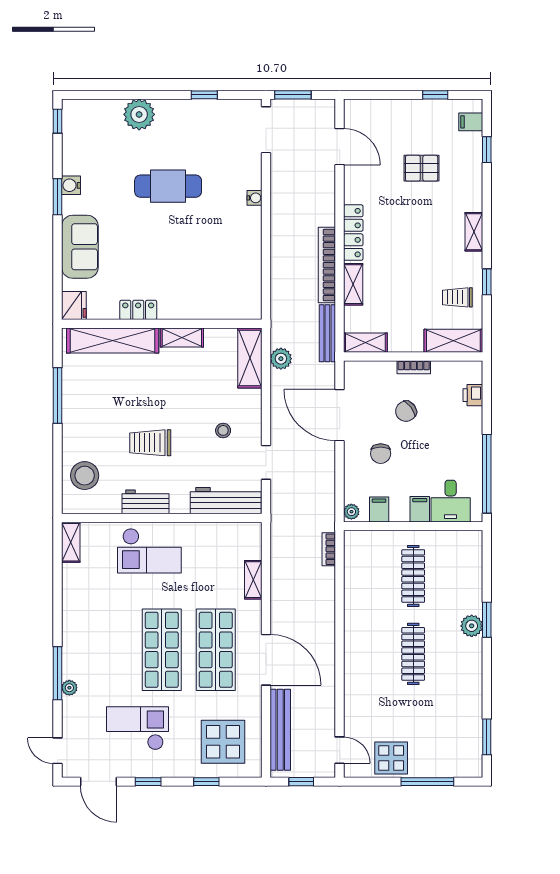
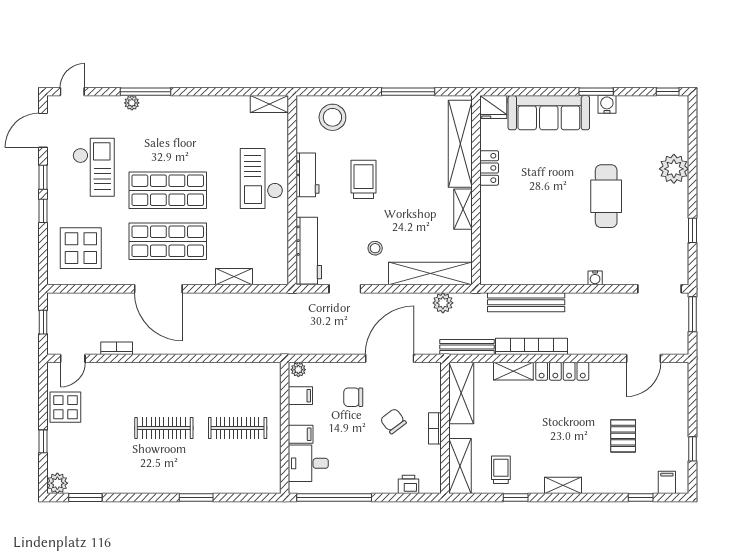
sofa: (80, 247) -> (549, 113), width x1.36
shelving: (365, 343) -> (461, 393), width x1.50, depth x1.33
shelving: (250, 358) -> (430, 274), width x1.47
bookcase: (329, 549) -> (117, 348), moved
plant: (472, 626) -> (57, 483), moved
door: (266, 660) -> (158, 289), hinge flipped
bench: (280, 730) -> (526, 302), moved
window: (206, 782) -> (43, 211), moved
window: (427, 782) -> (43, 441), width x0.46

